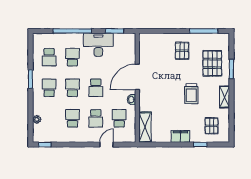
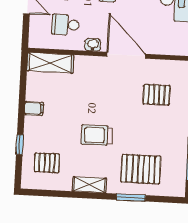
pallet: (182, 51) -> (157, 95), moved
school desk: (119, 118) -> (65, 25), turned 180
filing cabinet: (180, 136) -> (34, 109), width x0.50

